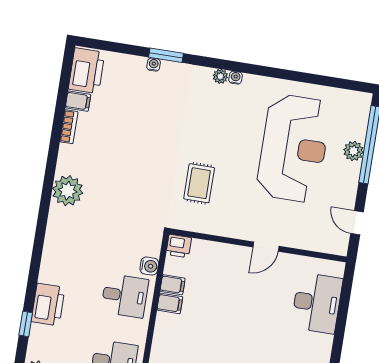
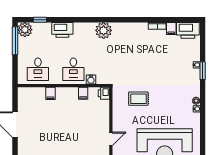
plant: (68, 191) -> (104, 30), moved
door: (266, 247) -> (111, 139), swing flipped
filing cabinet: (170, 303) -> (50, 93), moved
window: (26, 324) -> (40, 20), moved

